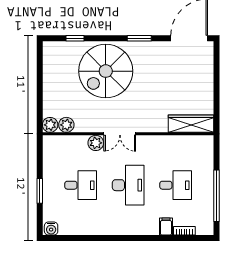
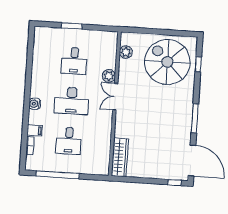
window: (139, 38) -> (195, 118), width x1.44
window: (217, 57) -> (175, 182), added
spiral stairs: (106, 71) -> (167, 62), moved
plant: (50, 125) -> (127, 38), removed
water cooler: (51, 229) -> (35, 104), moved

